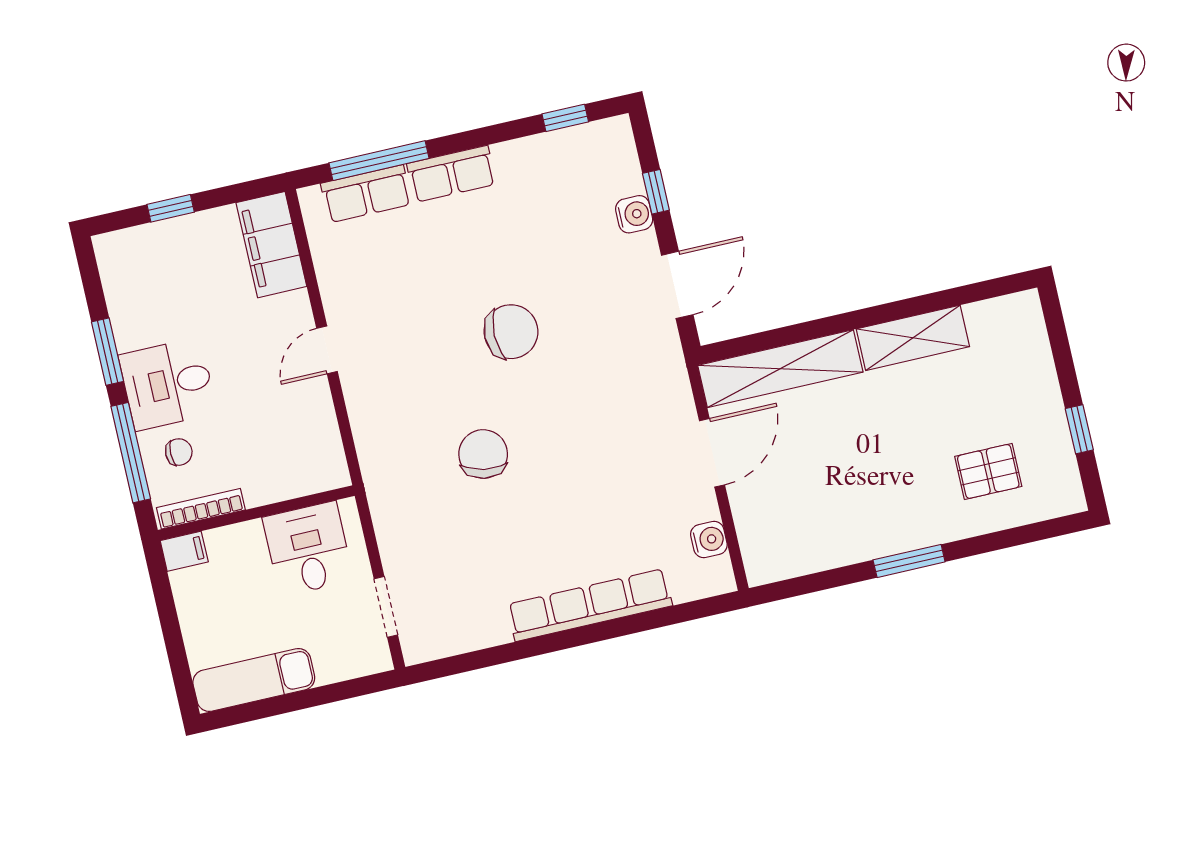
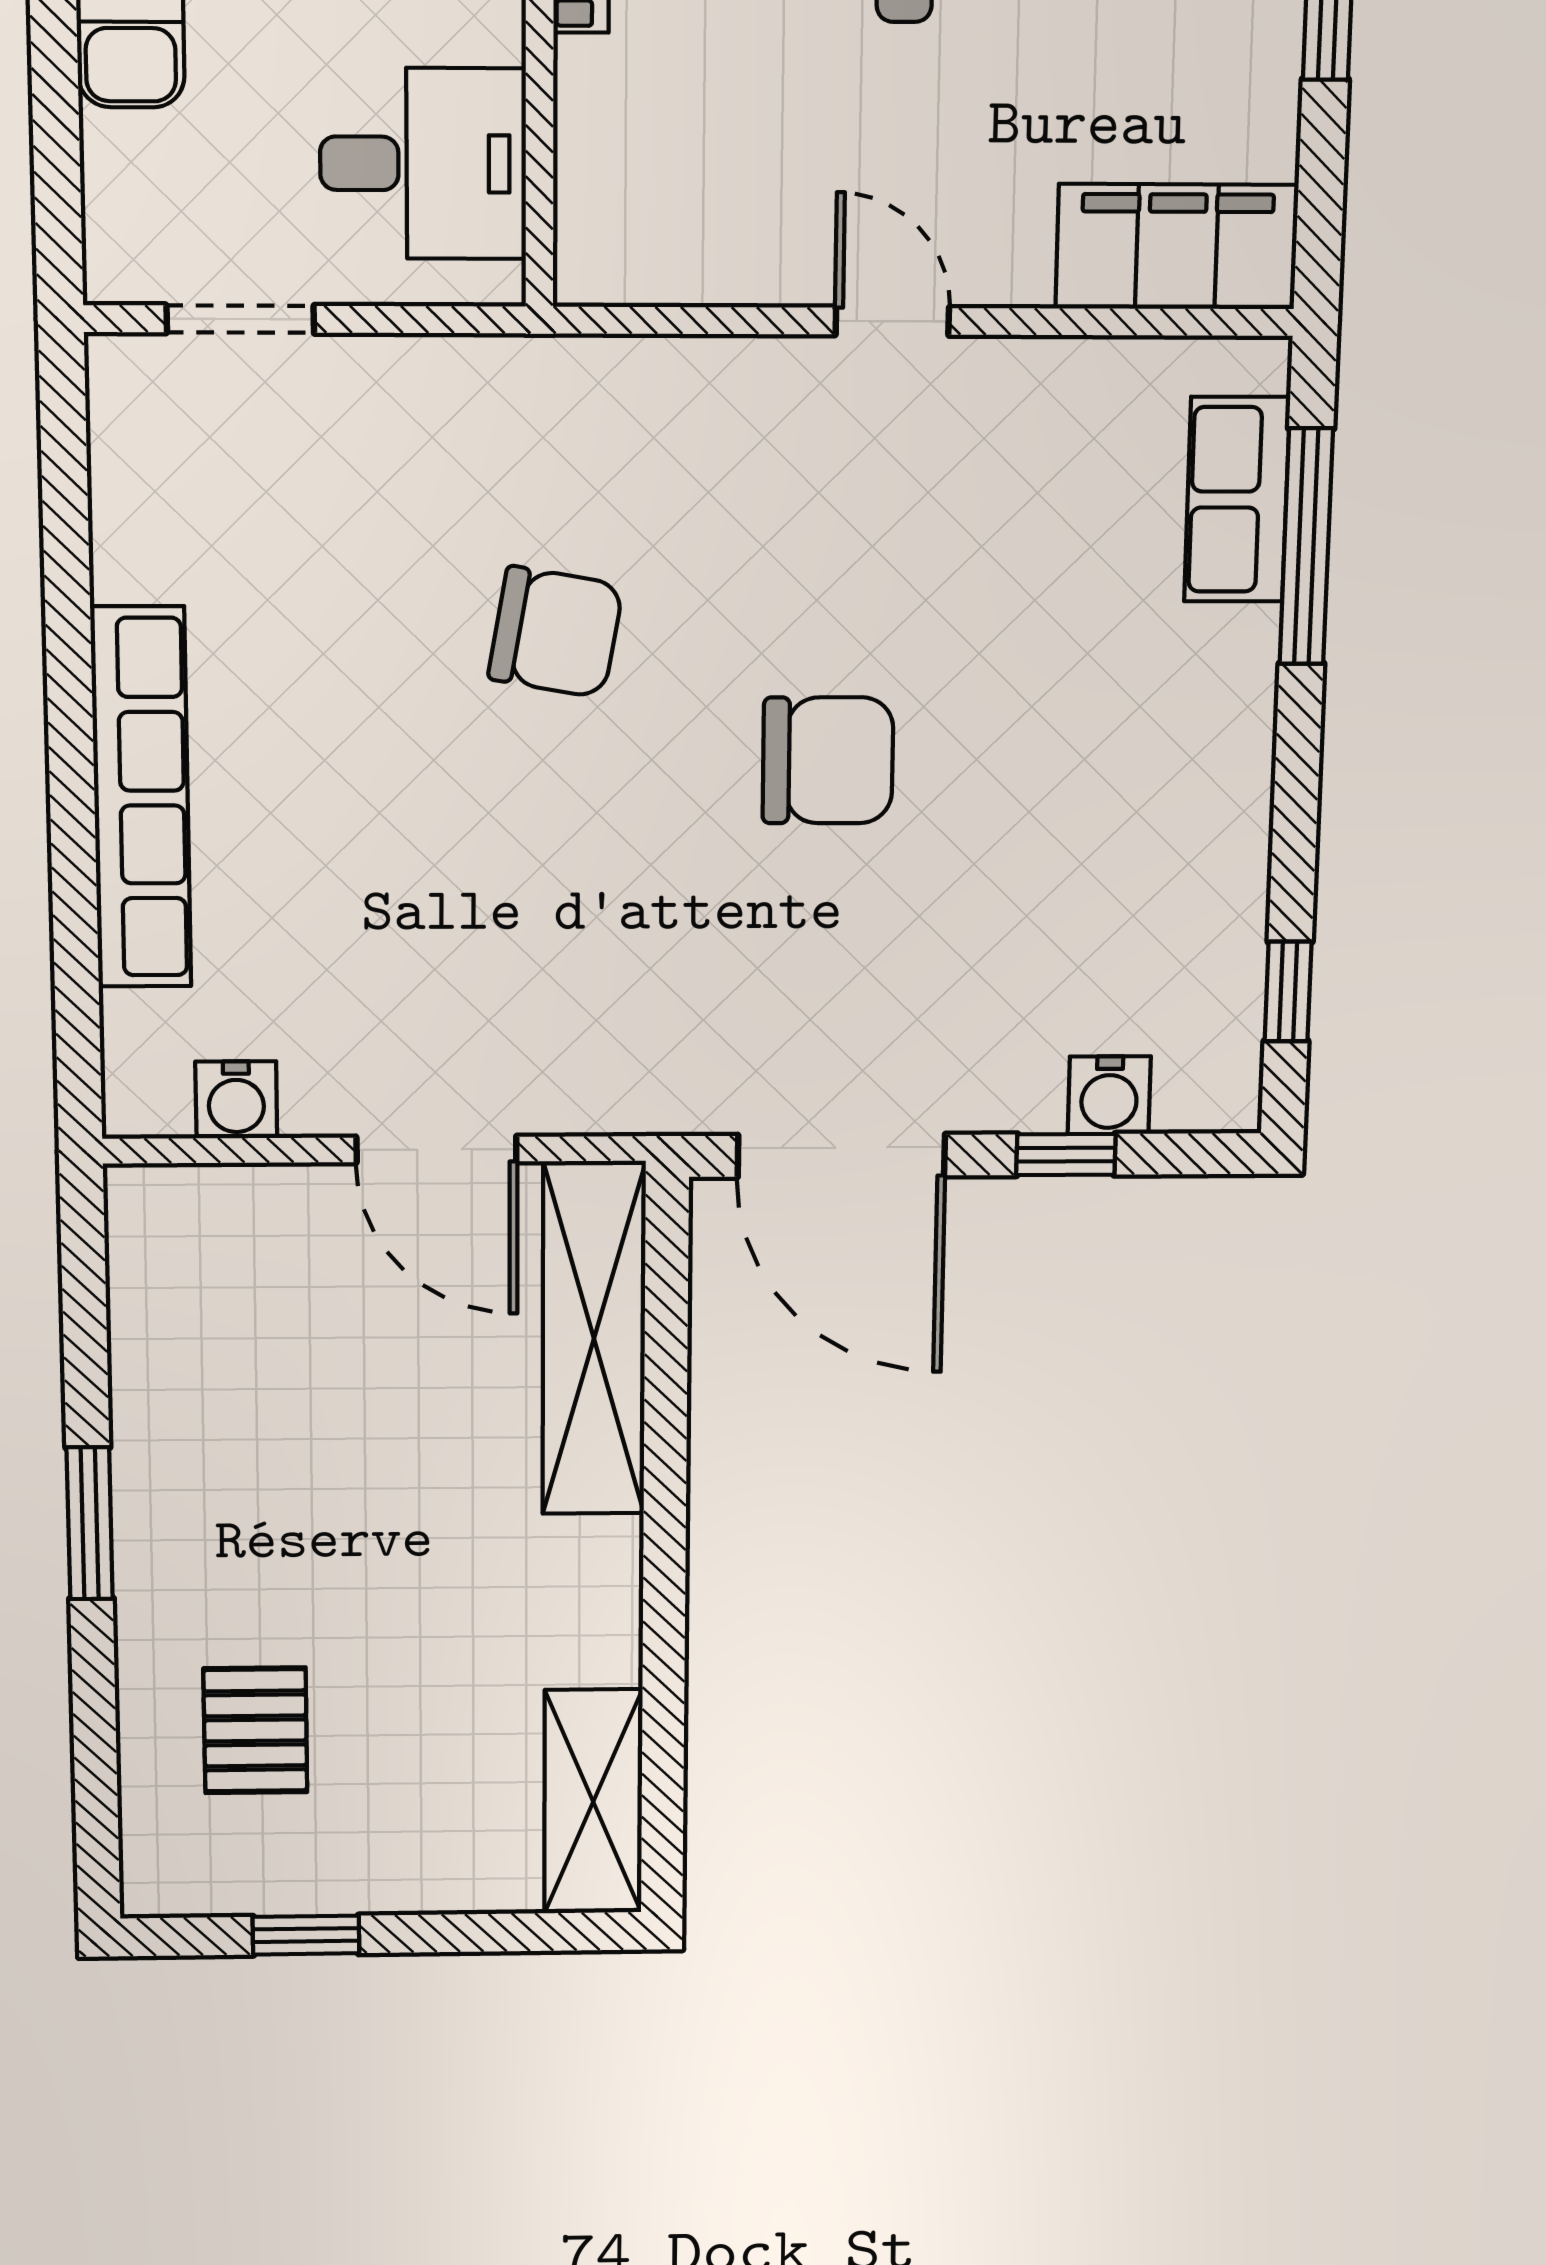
row of seats: (451, 174) -> (1230, 707), removed
water cooler: (634, 214) -> (1109, 1095), moved
door: (677, 285) -> (841, 1156), width x1.36
chair: (511, 332) -> (828, 760), turned -90
shelving: (913, 338) -> (593, 1802), moved

